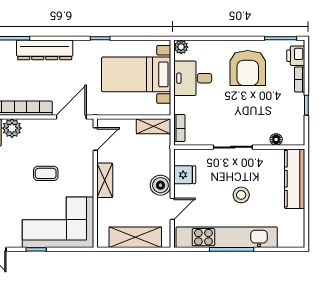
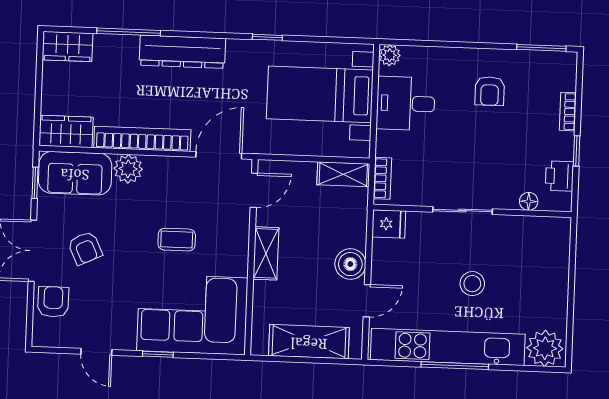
printer: (296, 56) -> (559, 176), moved
armchair: (248, 68) -> (490, 91), width x0.53, depth x0.53
fridge: (185, 175) -> (389, 224), moved
kitchen counter: (295, 179) -> (555, 262), removed
plant: (291, 236) -> (545, 348), added

